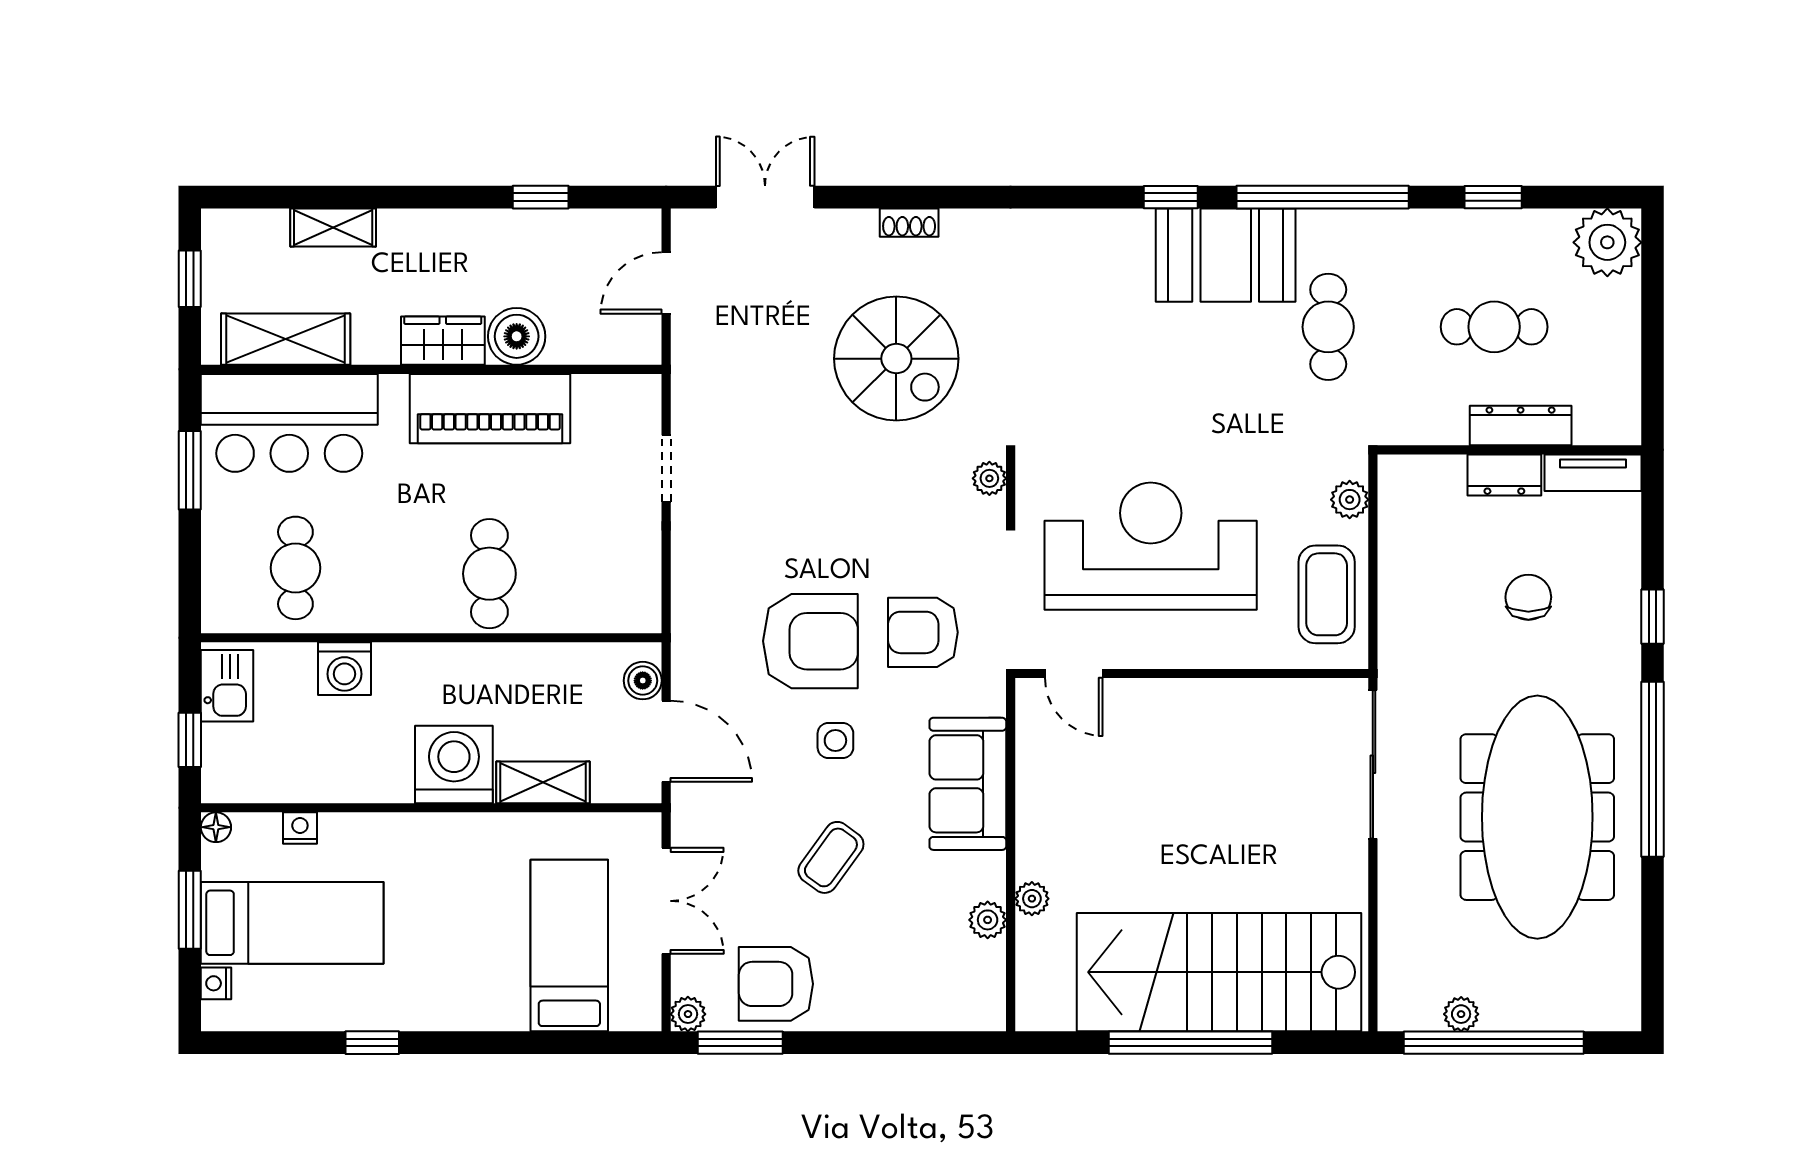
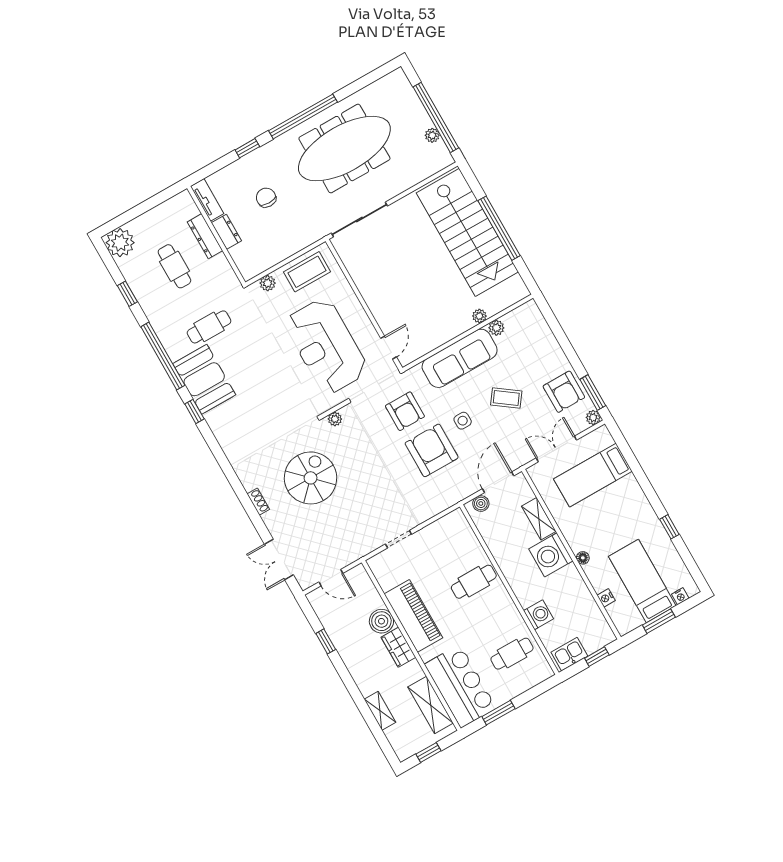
chair: (1528, 597) -> (266, 198), turned 90
sofa: (968, 784) -> (460, 358), width x1.36
floor lamp: (216, 827) -> (583, 558), moved

